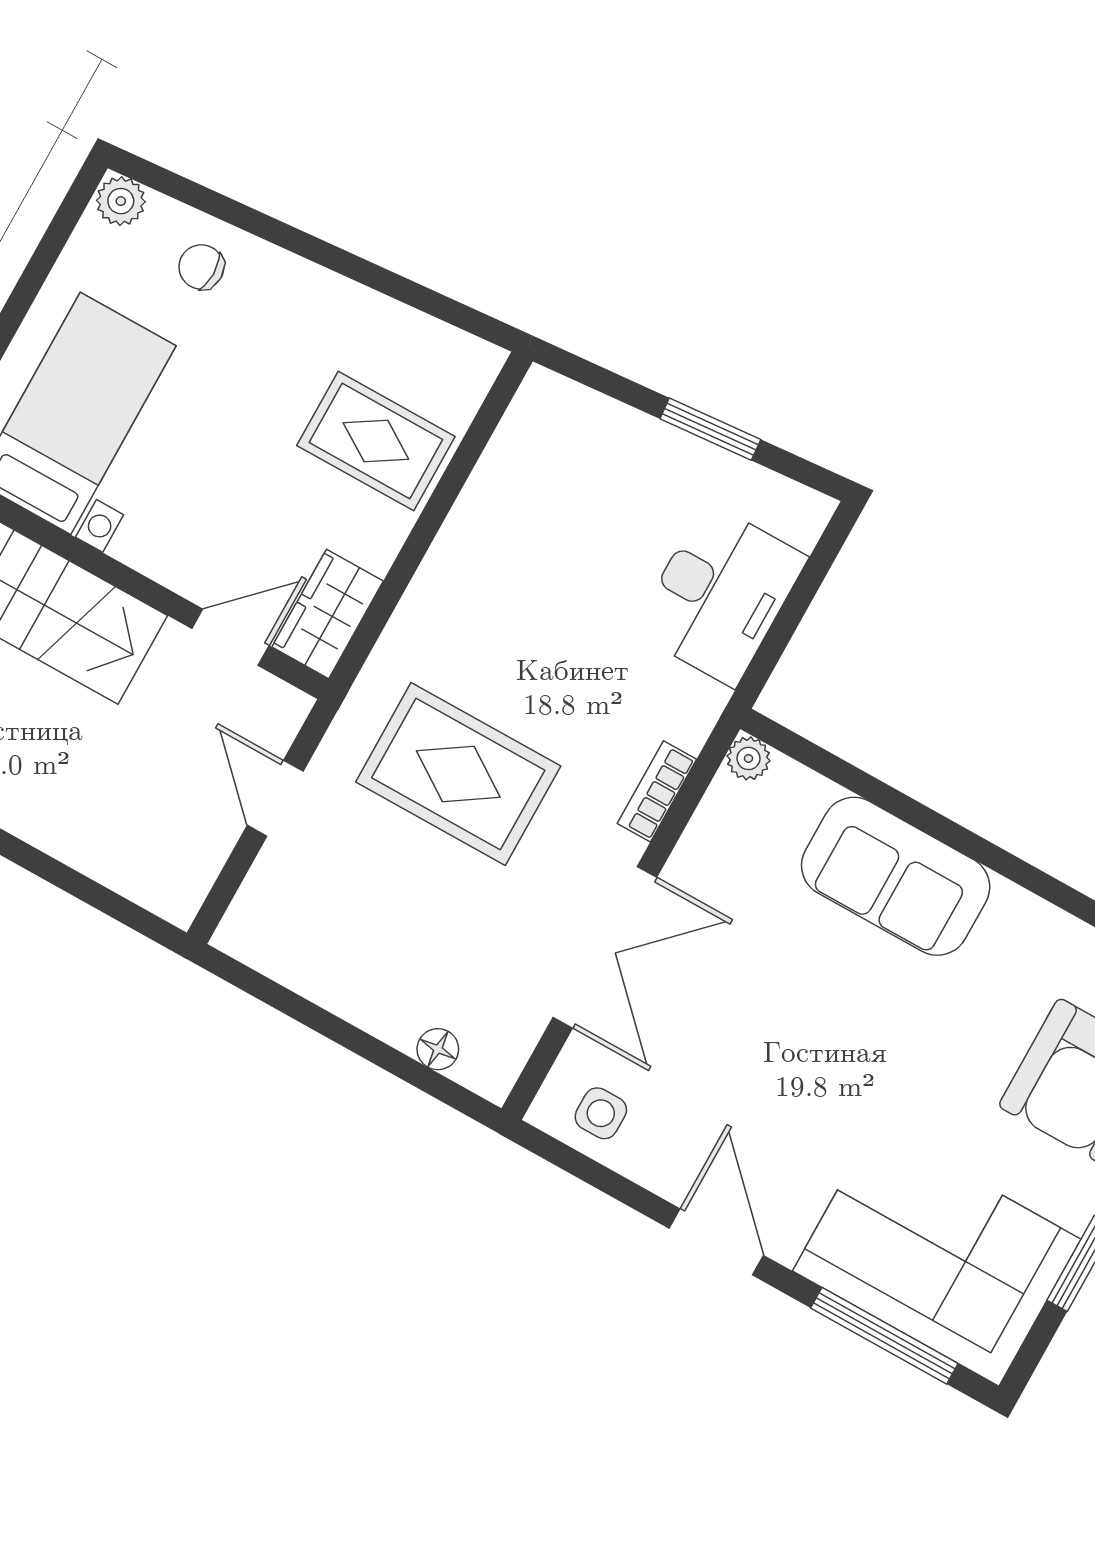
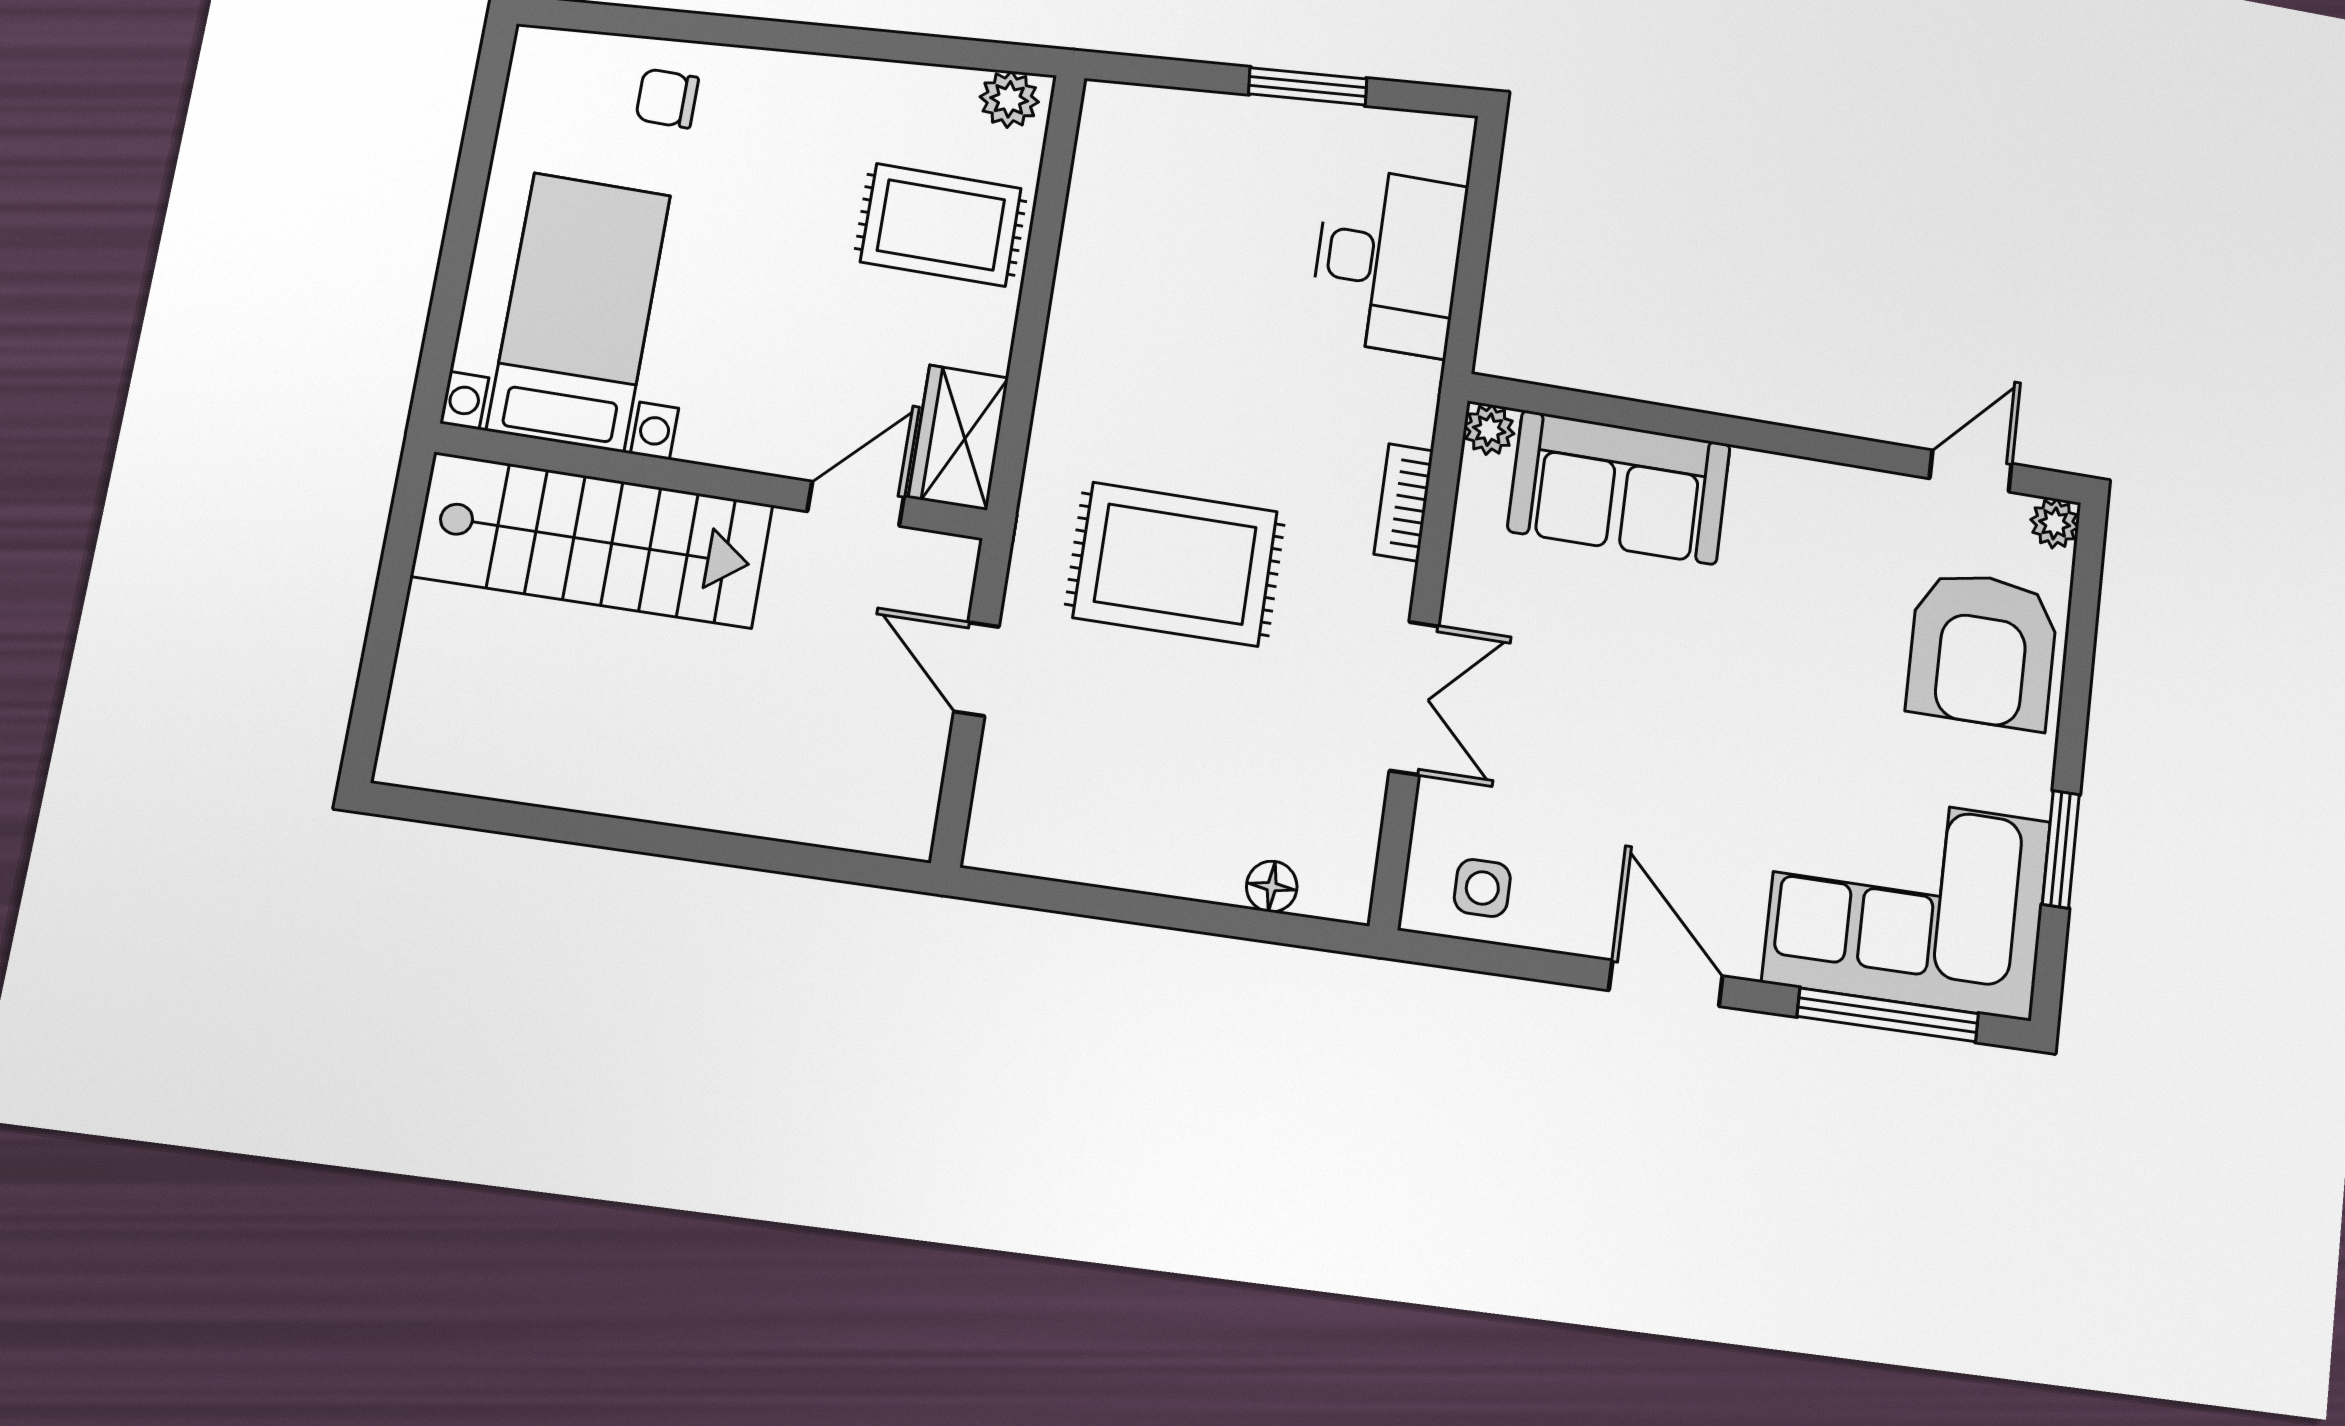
plant: (121, 201) -> (1009, 99), moved
sofa: (896, 876) -> (1619, 488), moved
double door: (605, 947) -> (1414, 698), width x0.73

